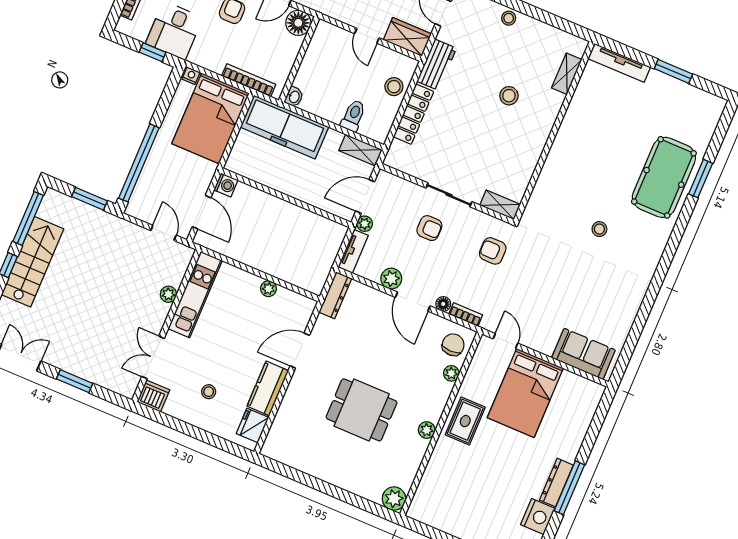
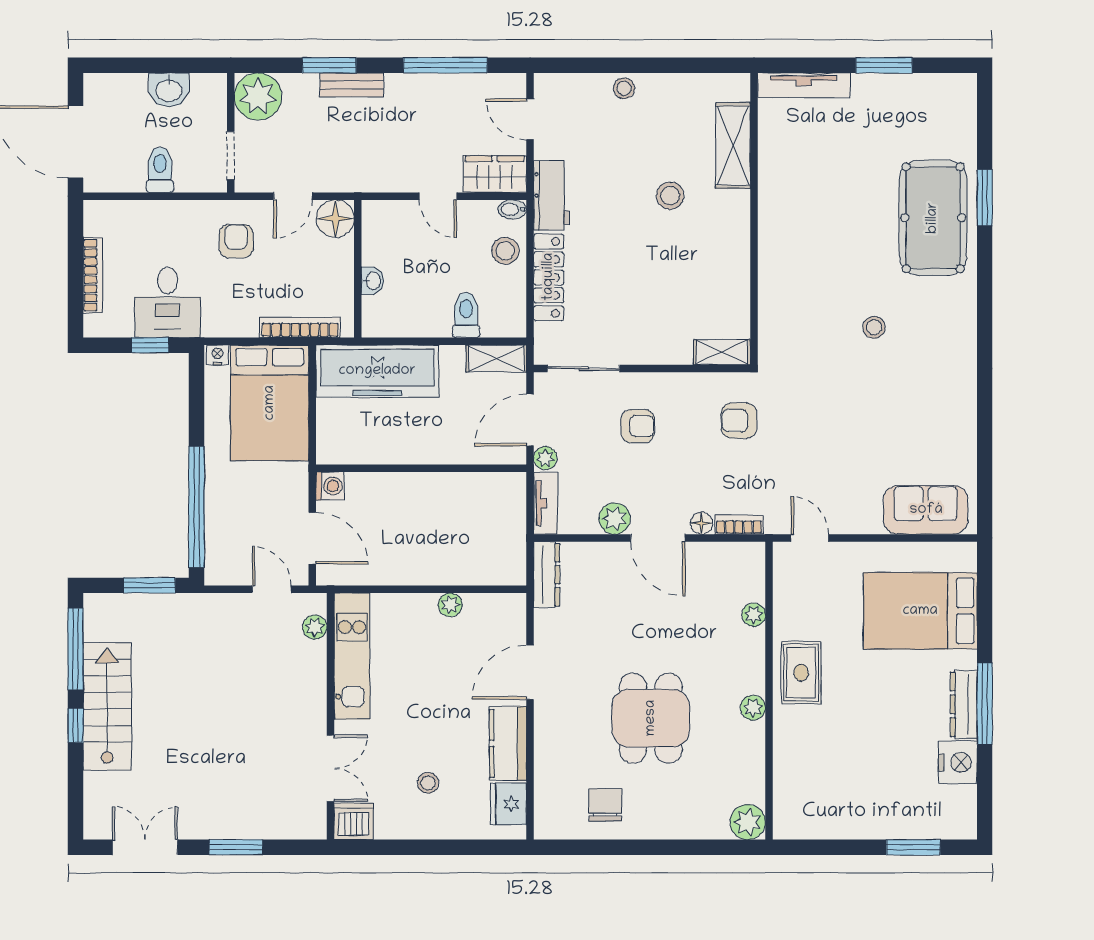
bidet: (409, 63) -> (512, 209), added
shelving: (567, 74) -> (733, 146), width x1.50, depth x1.33
washbasin: (294, 97) -> (373, 281), moved
sliding door: (449, 195) -> (584, 369), moved
plant: (168, 294) -> (315, 627), moved
chair: (453, 345) -> (605, 805), moved
double door: (153, 357) -> (331, 768), swing flipped
bed: (525, 393) -> (920, 611), moved, turned 90
dining table: (362, 410) -> (651, 718), turned 90

